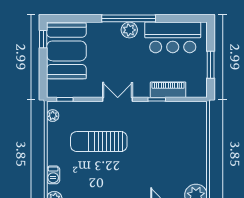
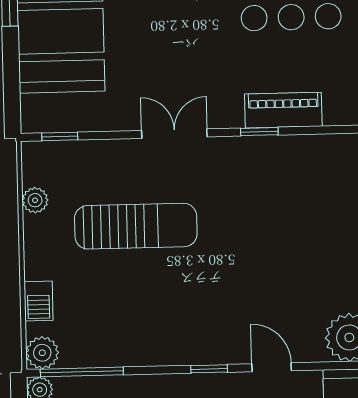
plant: (53, 116) -> (35, 200), moved
sun lounger: (99, 142) -> (136, 226), turned 180

